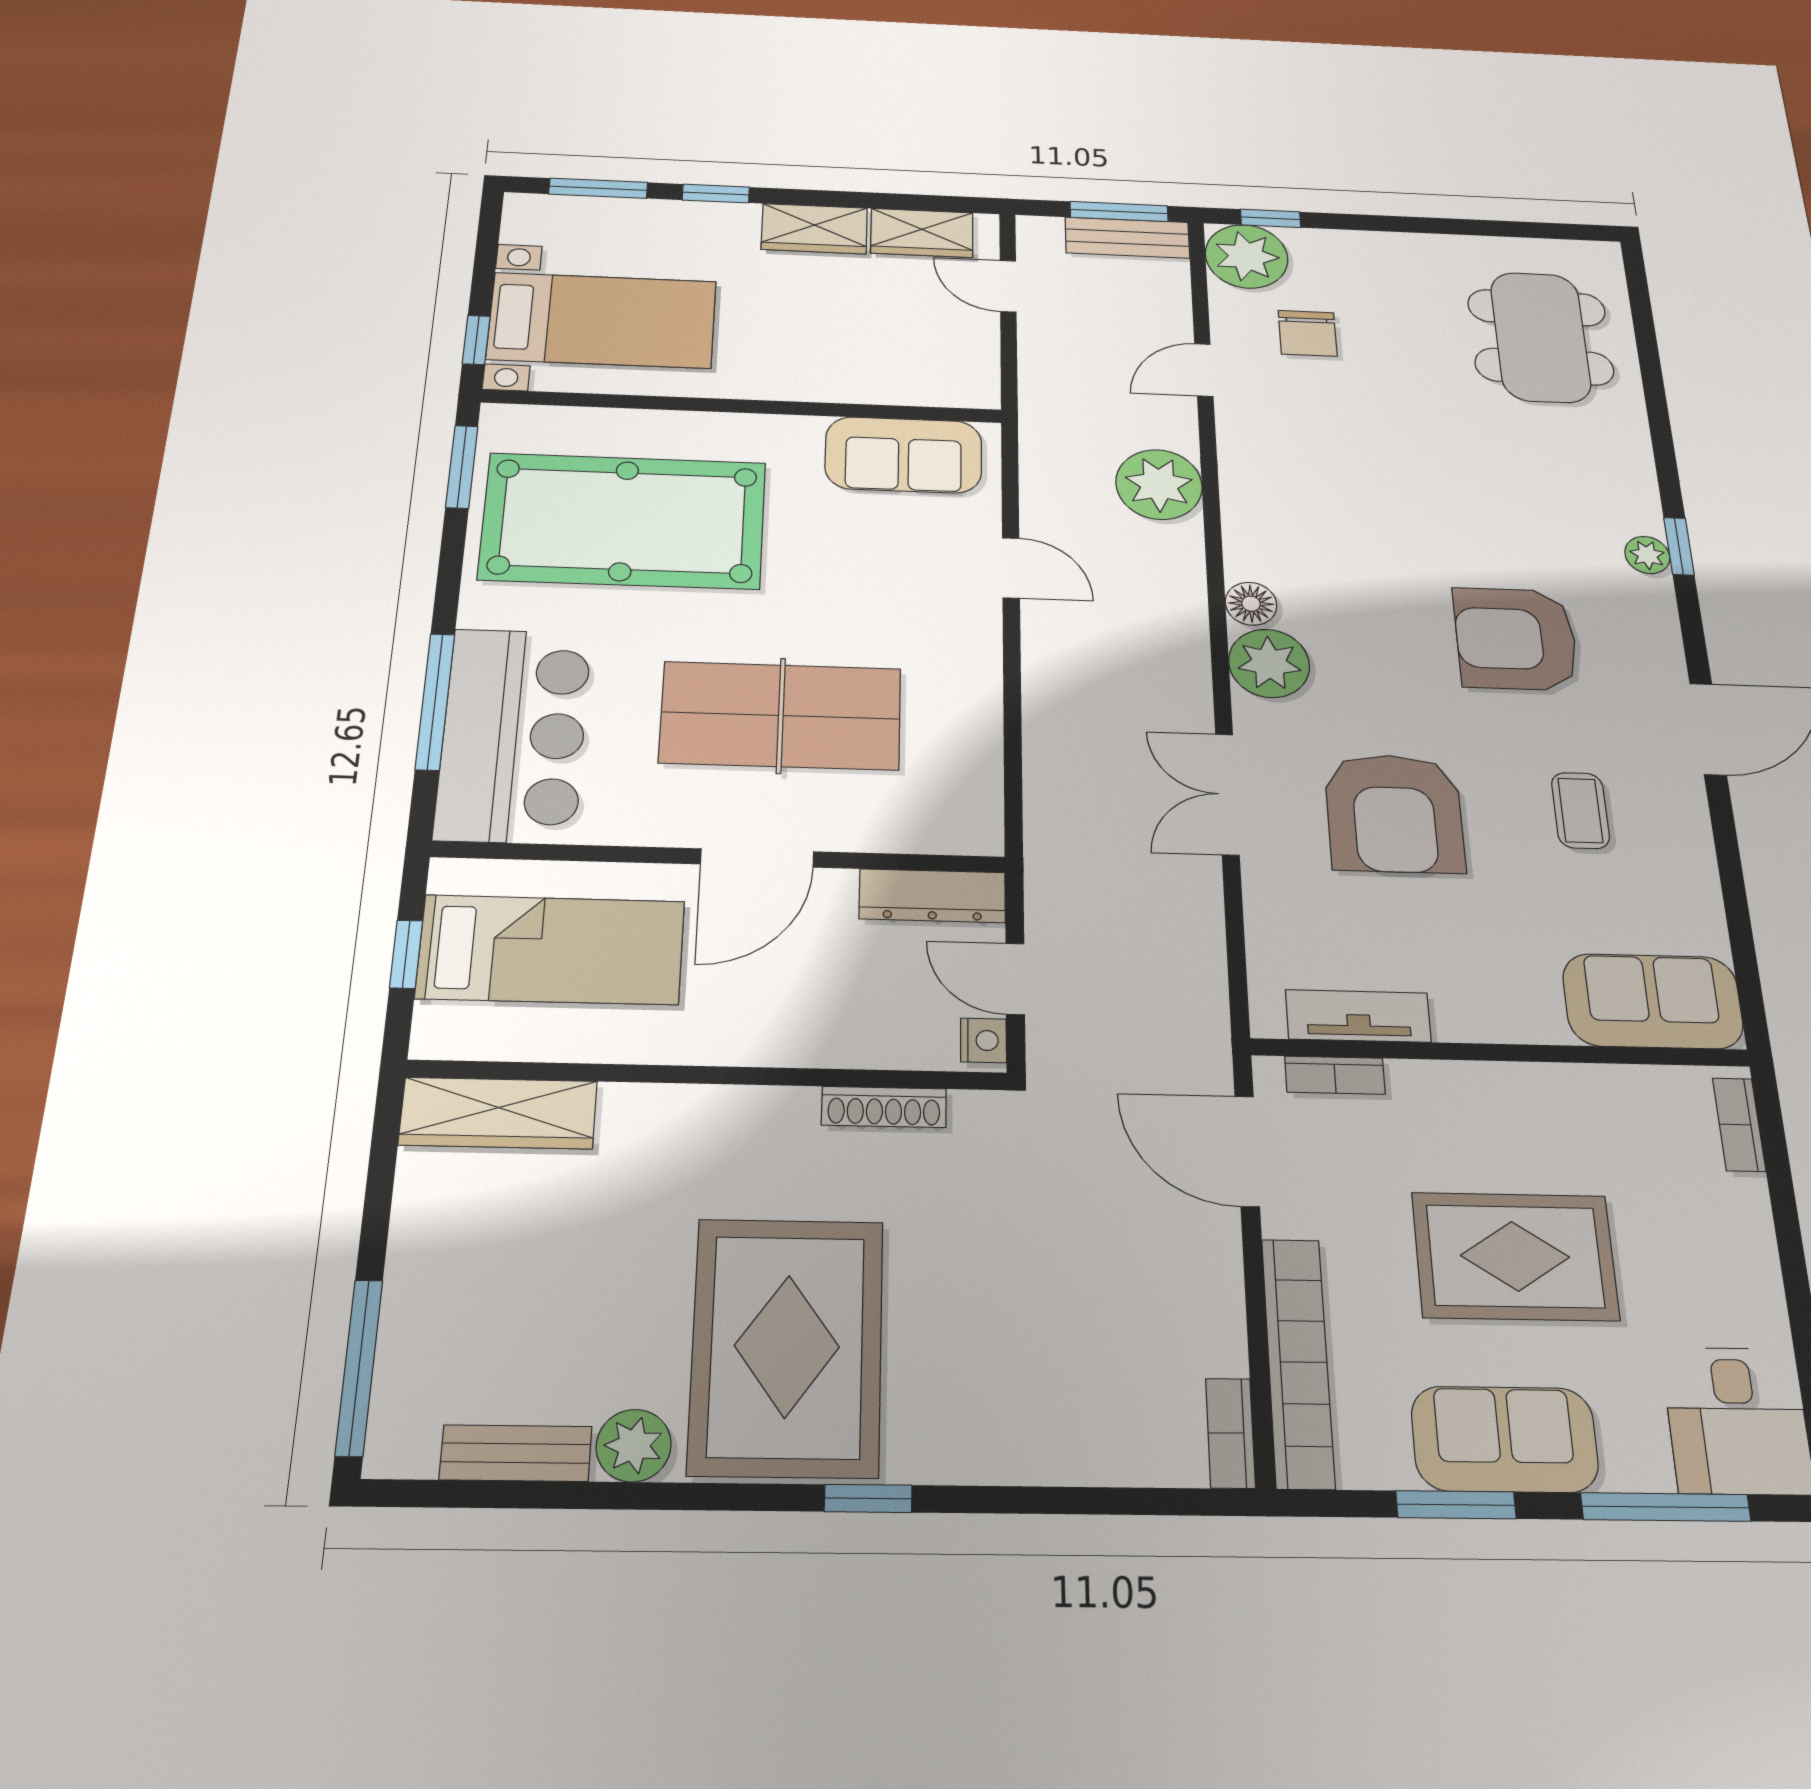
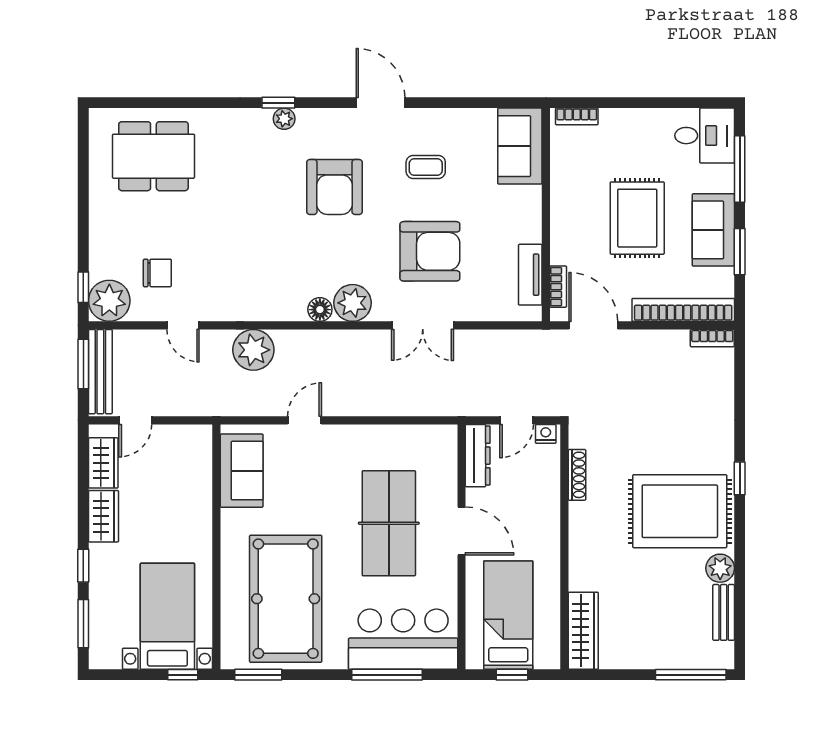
bench: (1127, 238) -> (100, 372), width x1.36
door: (1247, 1151) -> (593, 325), swing flipped

